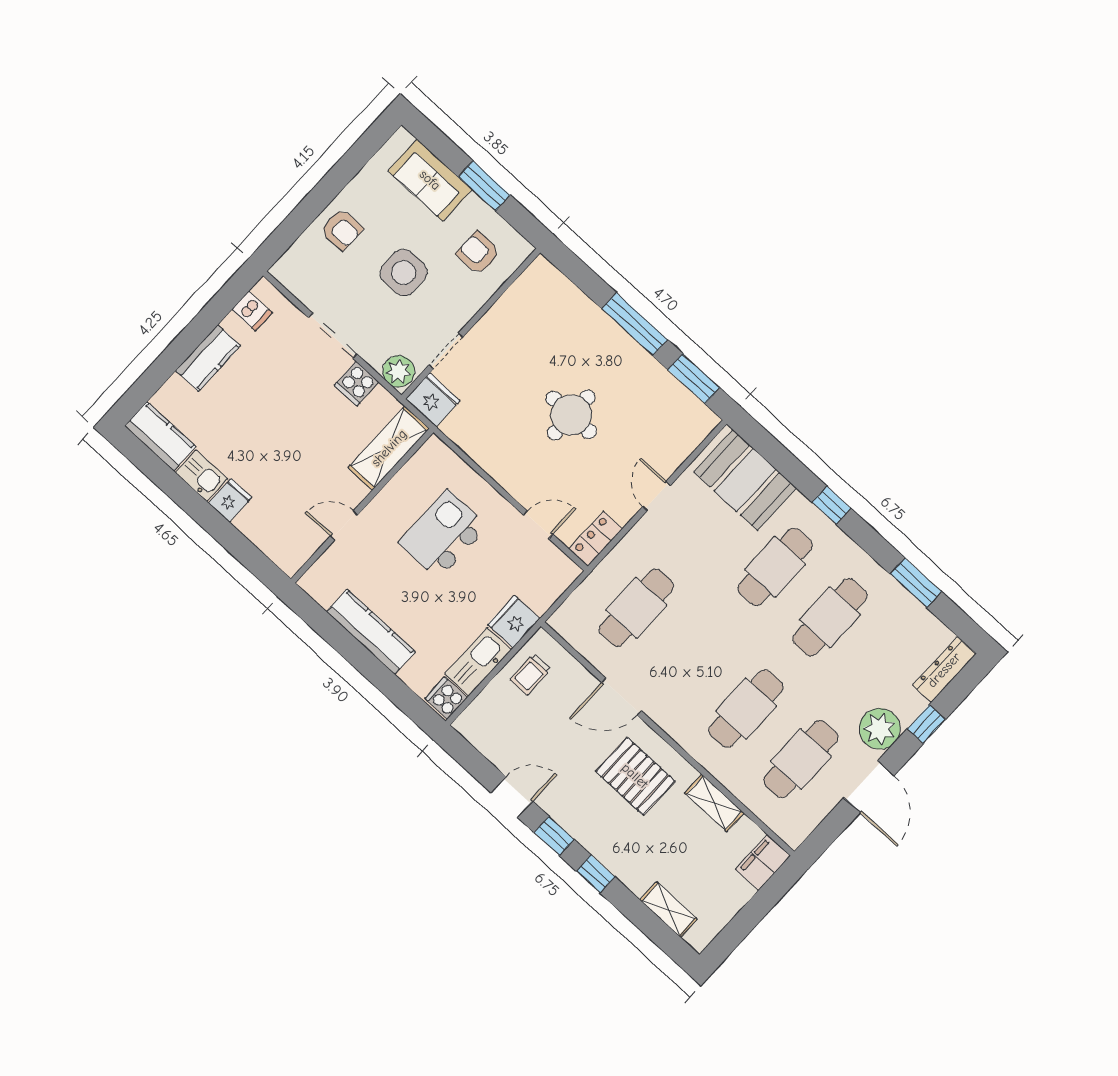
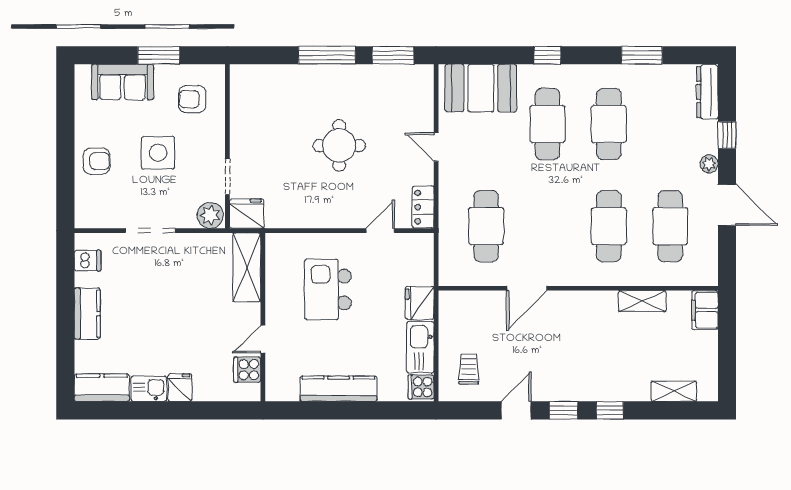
cooker: (357, 384) -> (247, 370), moved, turned 90
trolley: (531, 674) -> (469, 369), moved, turned 180
plant: (880, 729) -> (709, 164), width x0.53, depth x0.53
pallet: (635, 776) -> (579, 329), removed

